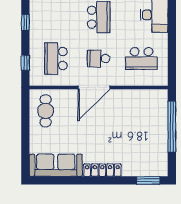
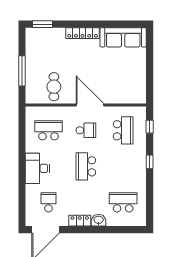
door: (94, 87) -> (90, 105), hinge flipped
cafe table: (46, 111) -> (54, 87), moved
window: (172, 127) -> (22, 71), width x0.68

